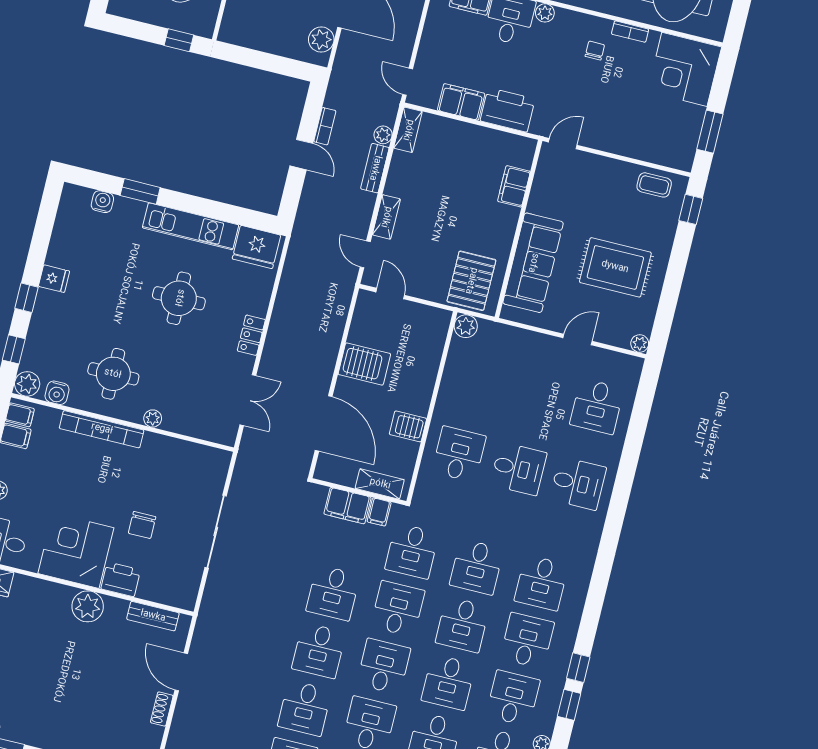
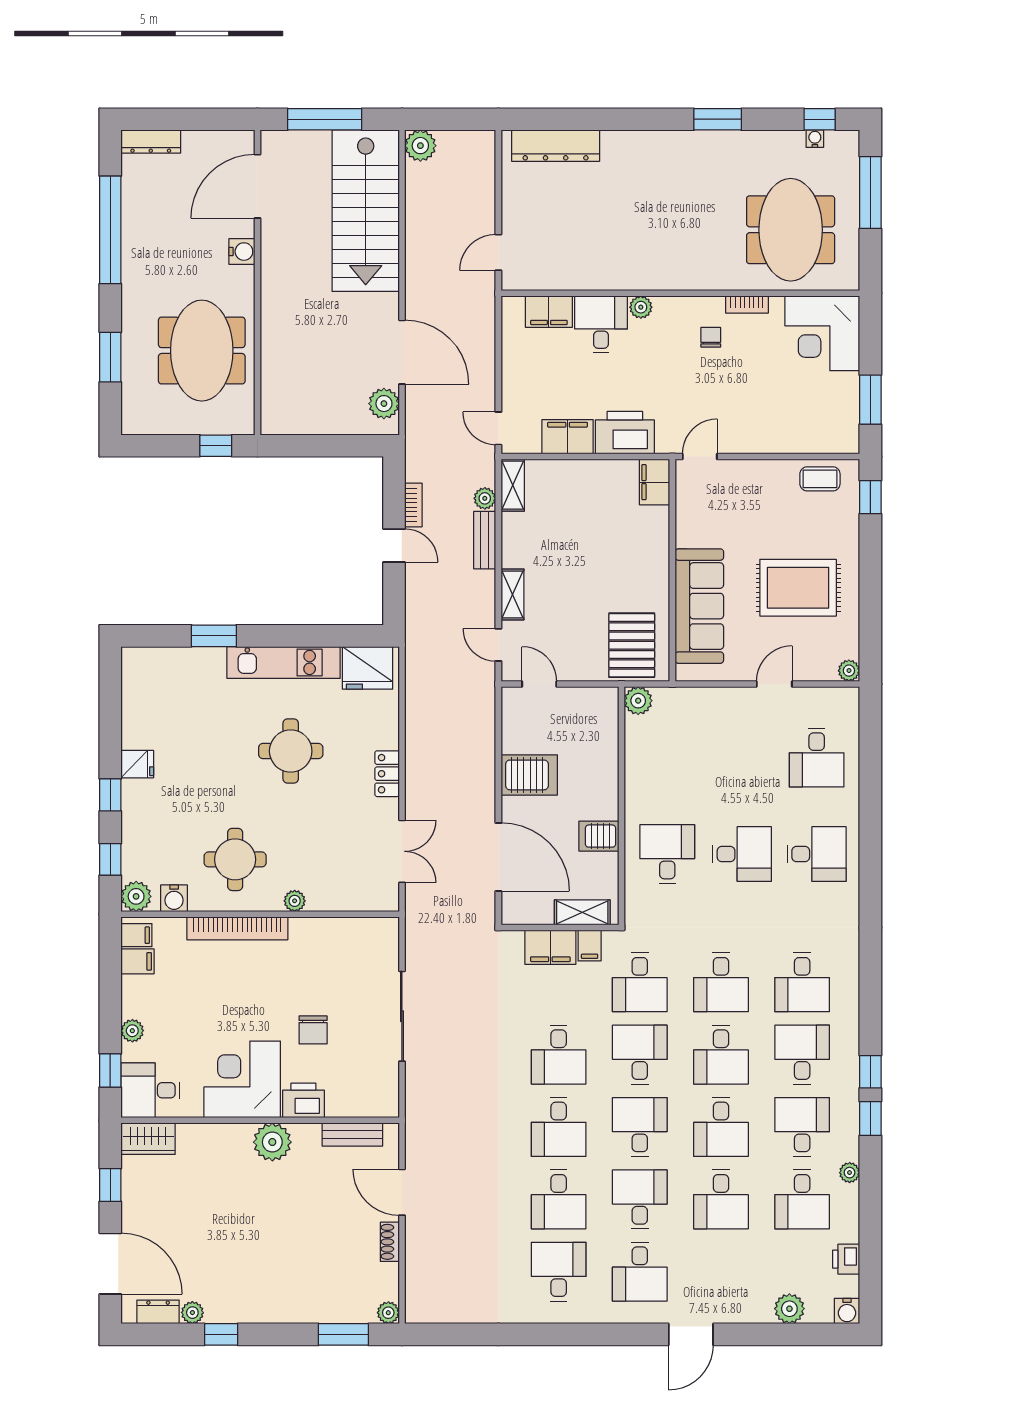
filing cabinet: (514, 186) -> (655, 482), moved
water cooler: (102, 202) -> (172, 659), removed

